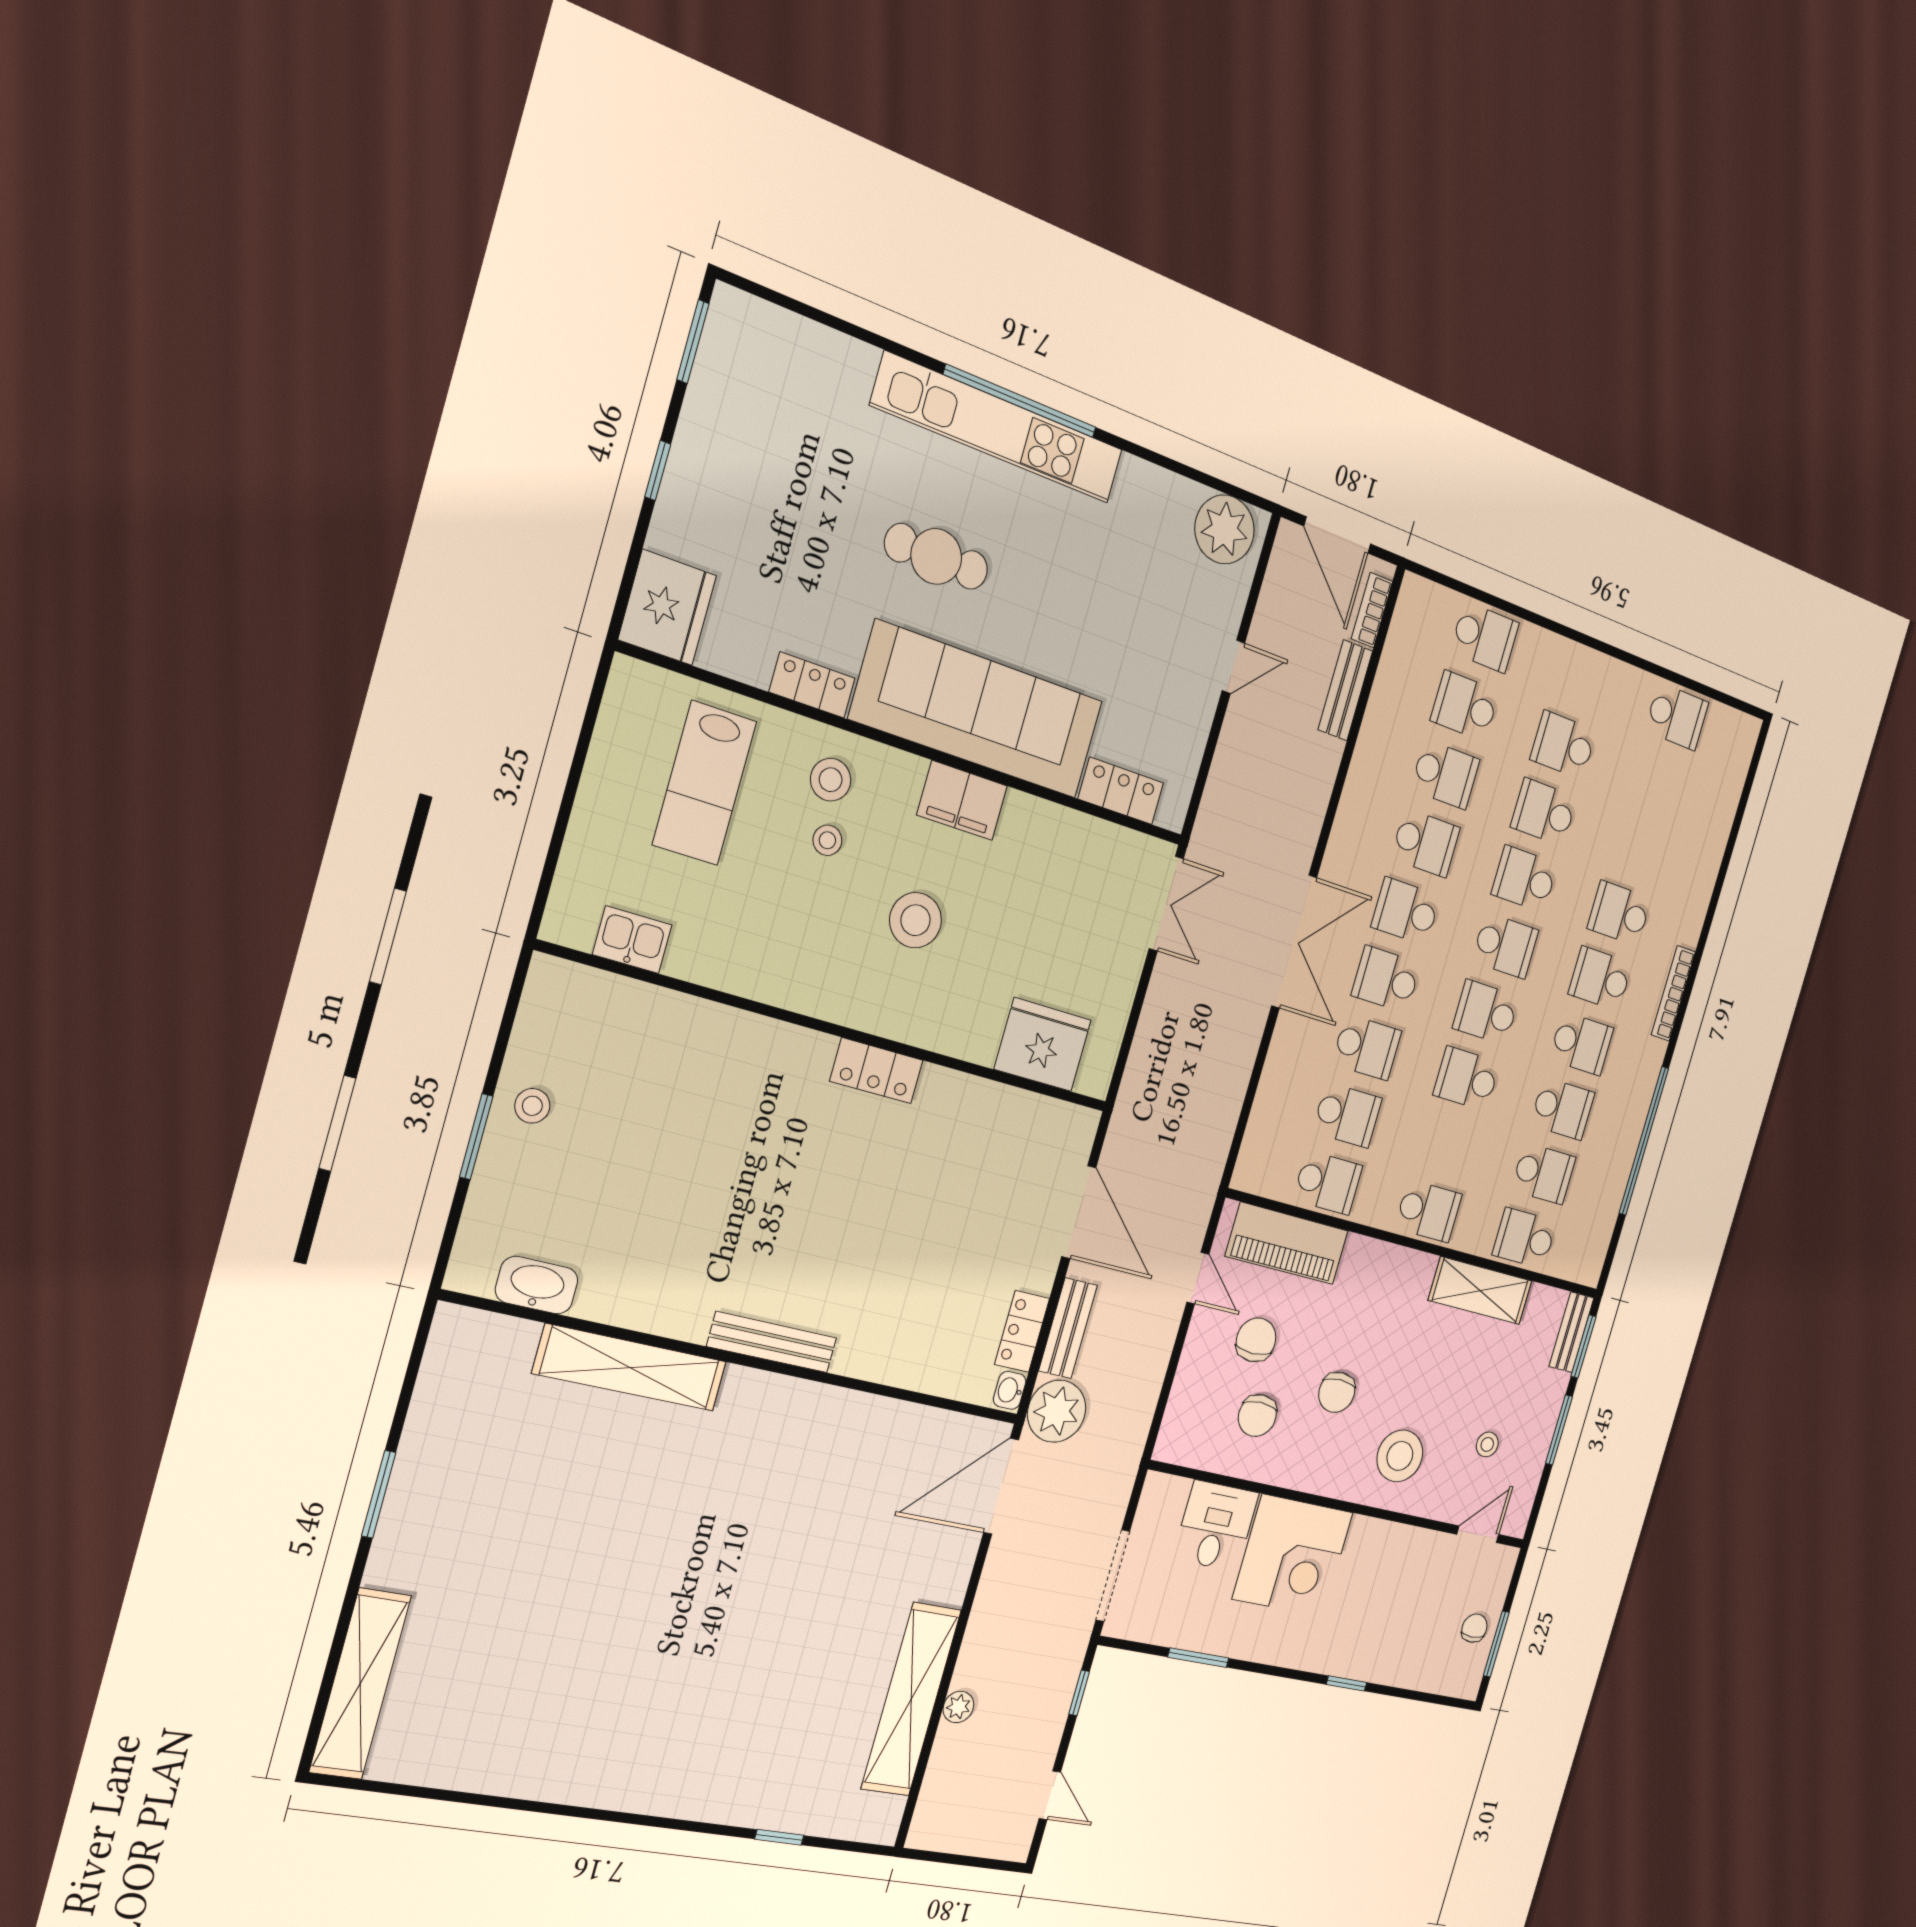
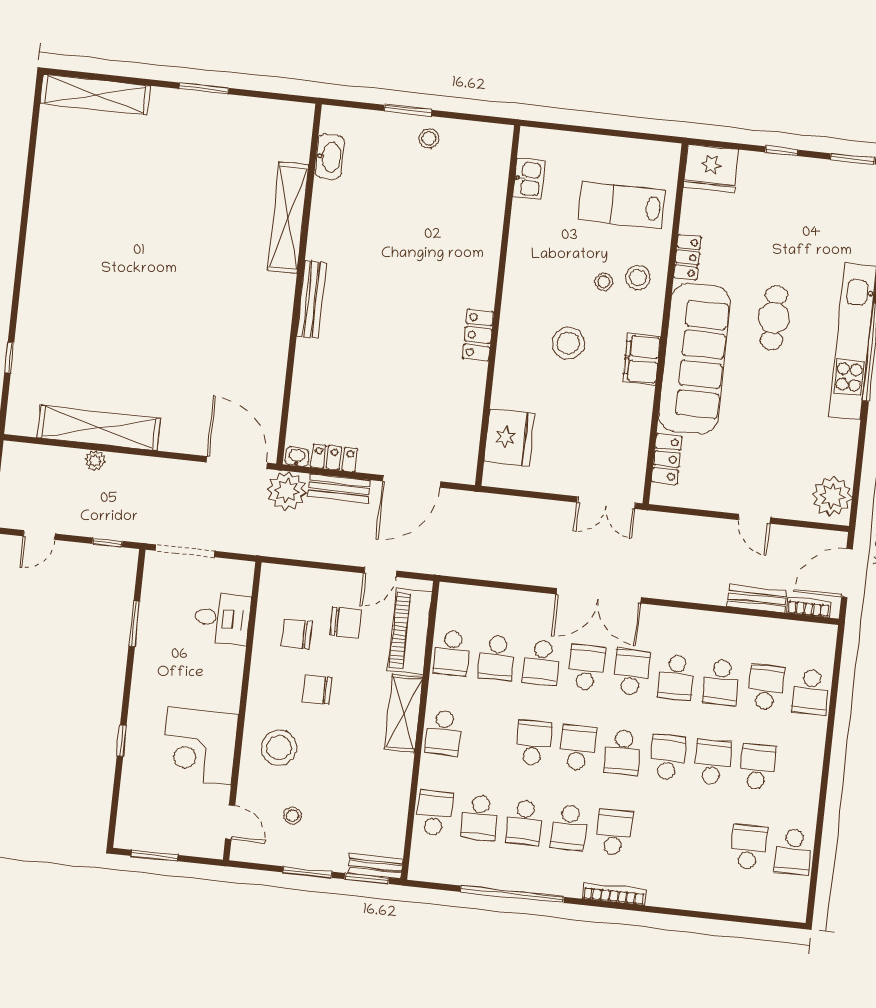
school desk: (1619, 913) -> (748, 847), moved
shelving: (1480, 1291) -> (404, 713), moved
corner desk: (1293, 1556) -> (199, 746), moved
chair: (1474, 1628) -> (165, 835), removed

